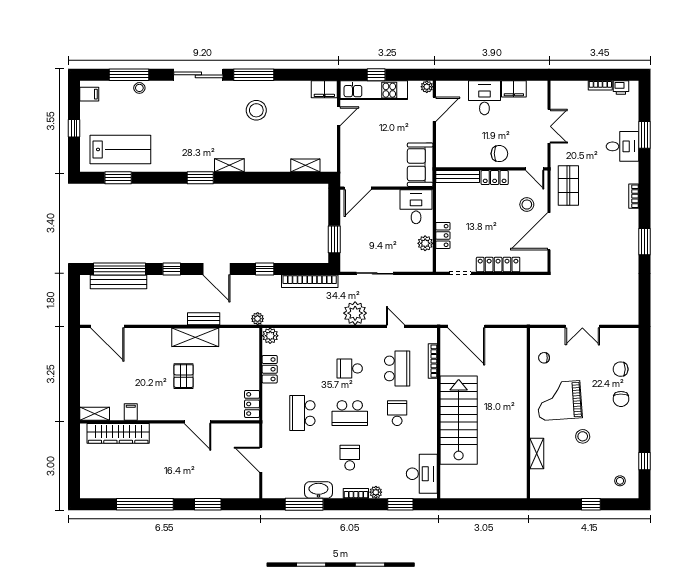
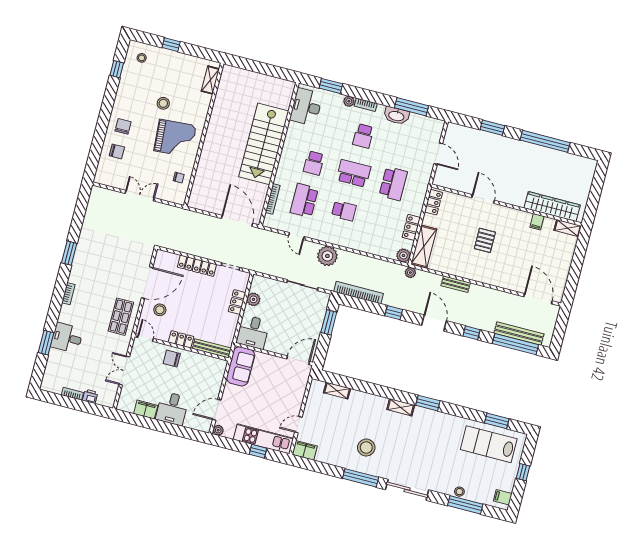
printer: (621, 88) -> (90, 396), moved
shelving: (195, 337) -> (424, 246), moved, turned 90
shelving: (537, 453) -> (210, 80), moved

